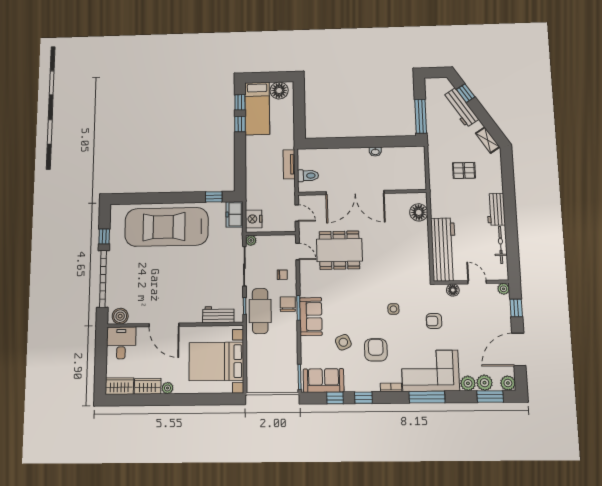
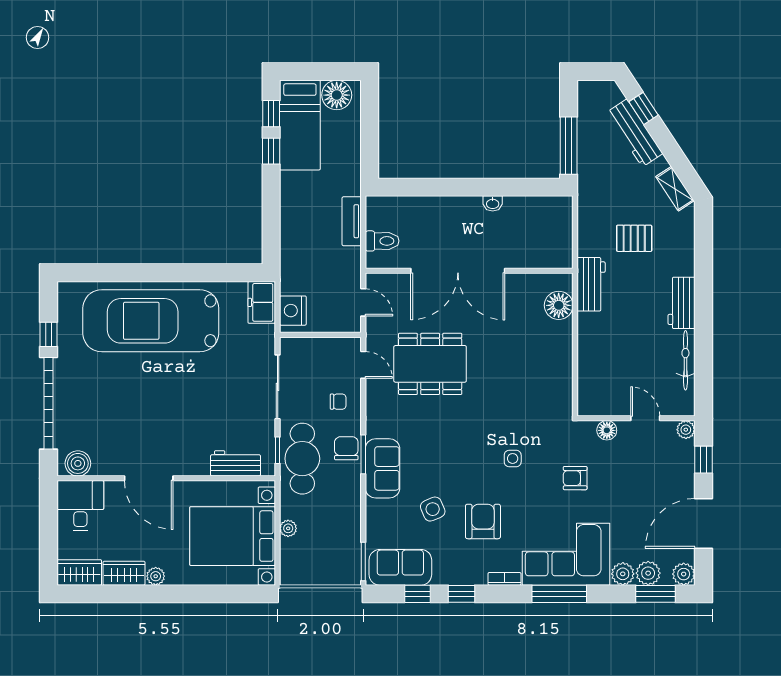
window: (214, 197) -> (228, 273), removed
plant: (251, 240) -> (288, 528), moved
workbench: (444, 249) -> (591, 284), moved, width x0.53, depth x0.76

